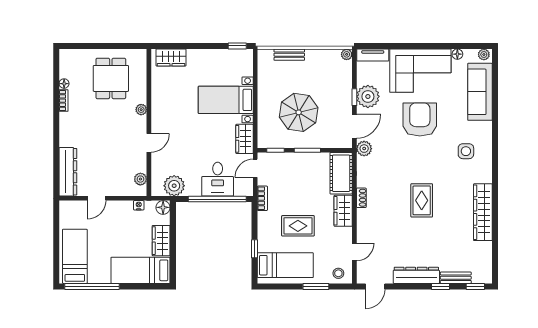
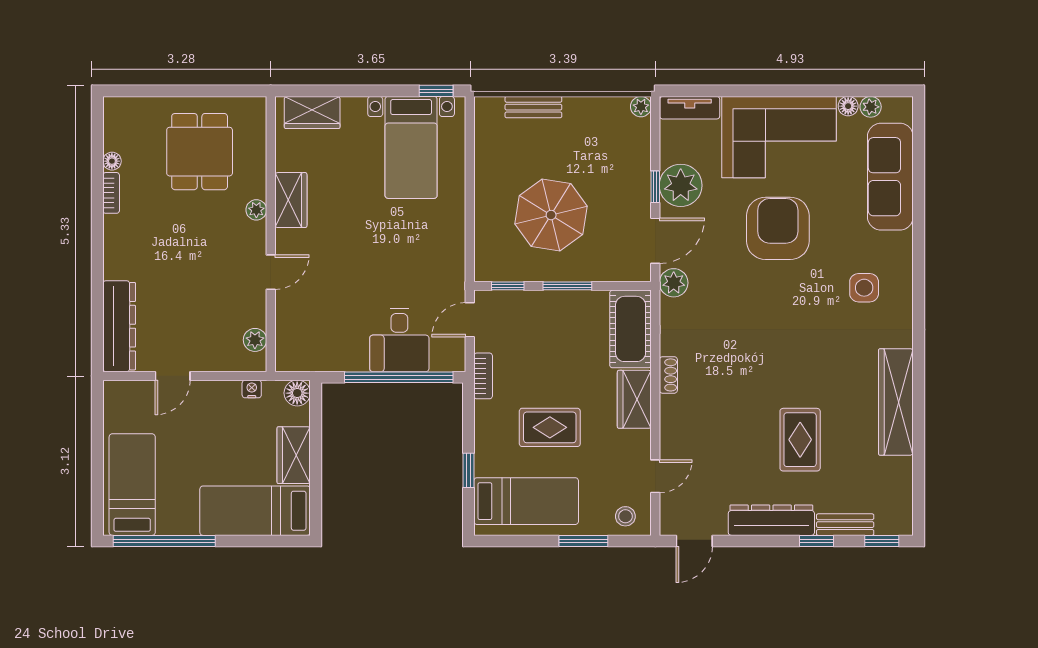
plant: (484, 55) -> (871, 107), moved
bed with nightstands: (226, 100) -> (411, 147), moved, turned -90
wardrobe: (245, 139) -> (291, 200), moved, turned 180
plant: (174, 186) -> (318, 352), removed
rug: (422, 200) -> (800, 440), moved

